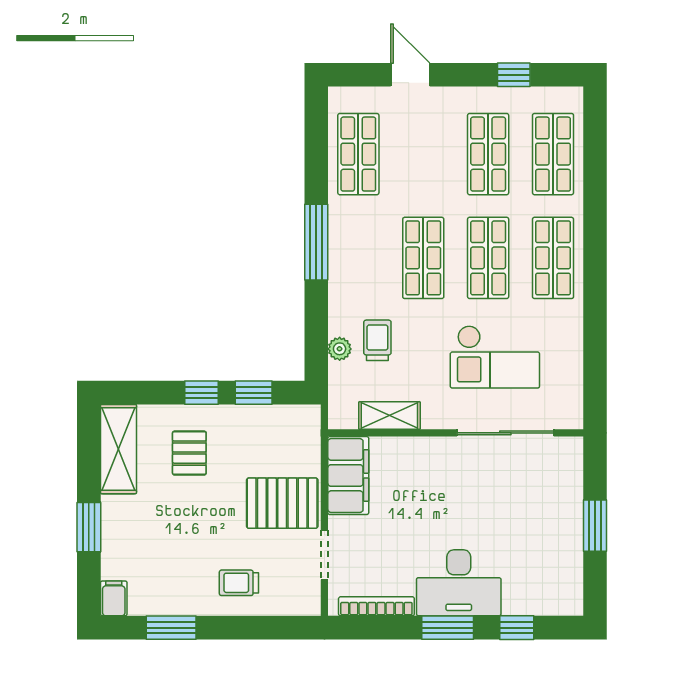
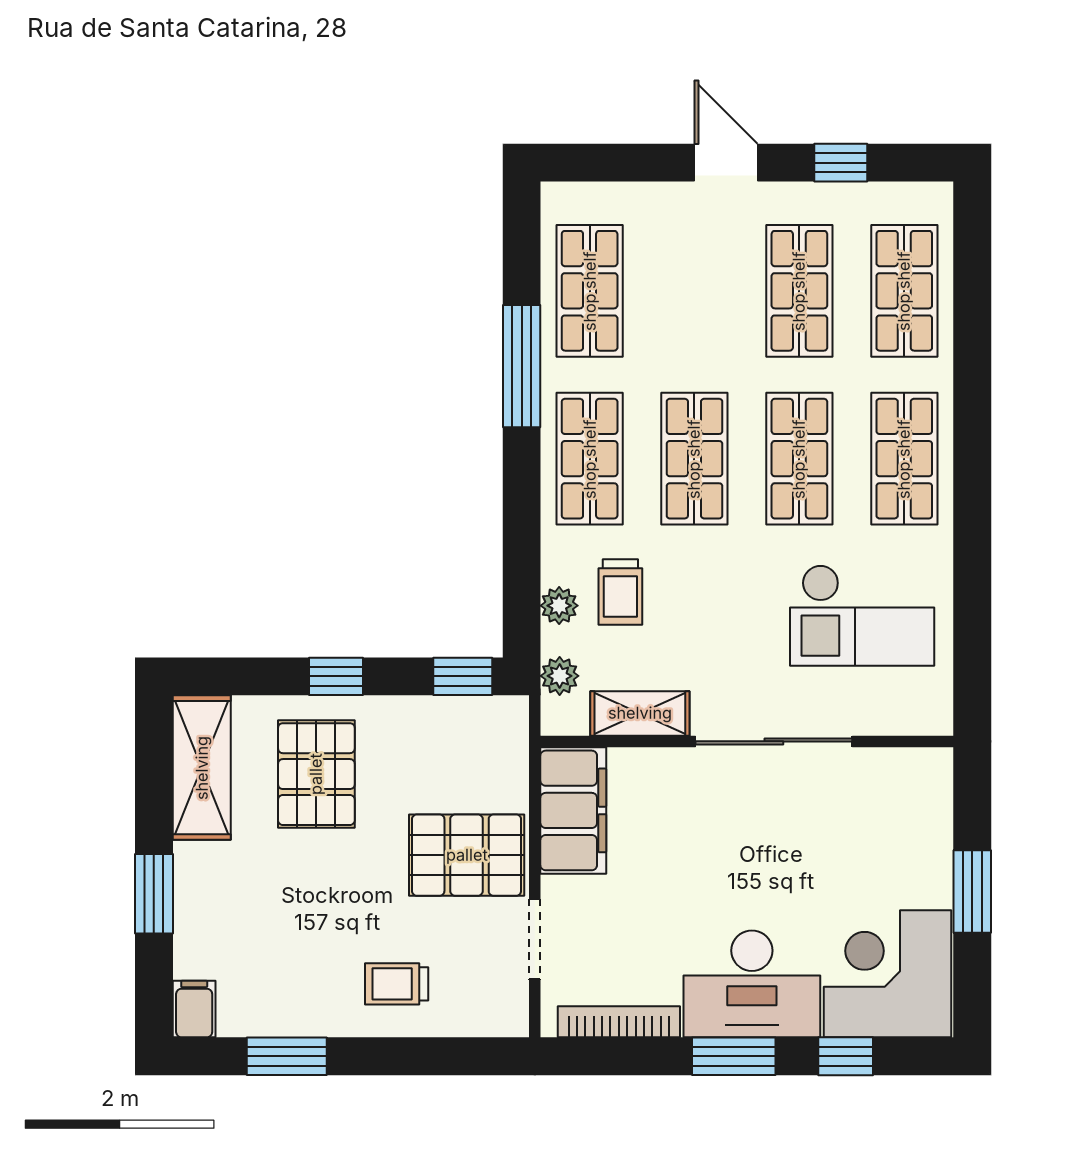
door: (410, 75) -> (726, 163), moved
window: (316, 242) -> (522, 366), moved
shop shelf: (358, 258) -> (590, 459), added
trolley: (377, 340) -> (620, 592), turned 180
checkout: (495, 357) -> (862, 615), moved
plant: (340, 392) -> (560, 676), added
window: (254, 393) -> (463, 676), moved
sliding door: (505, 433) -> (774, 741), moved
pallet: (189, 453) -> (316, 774), width x1.50, depth x1.42
corner desk: (543, 577) -> (887, 974), added

